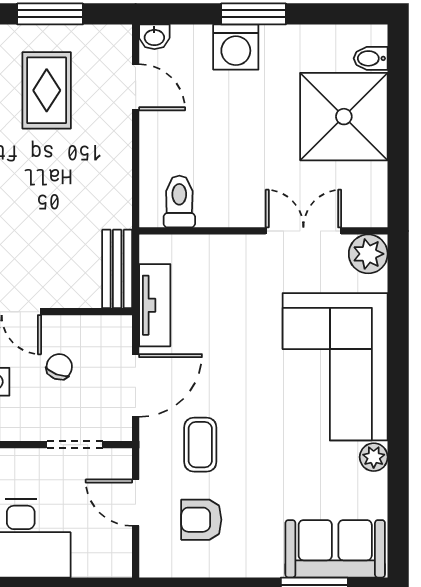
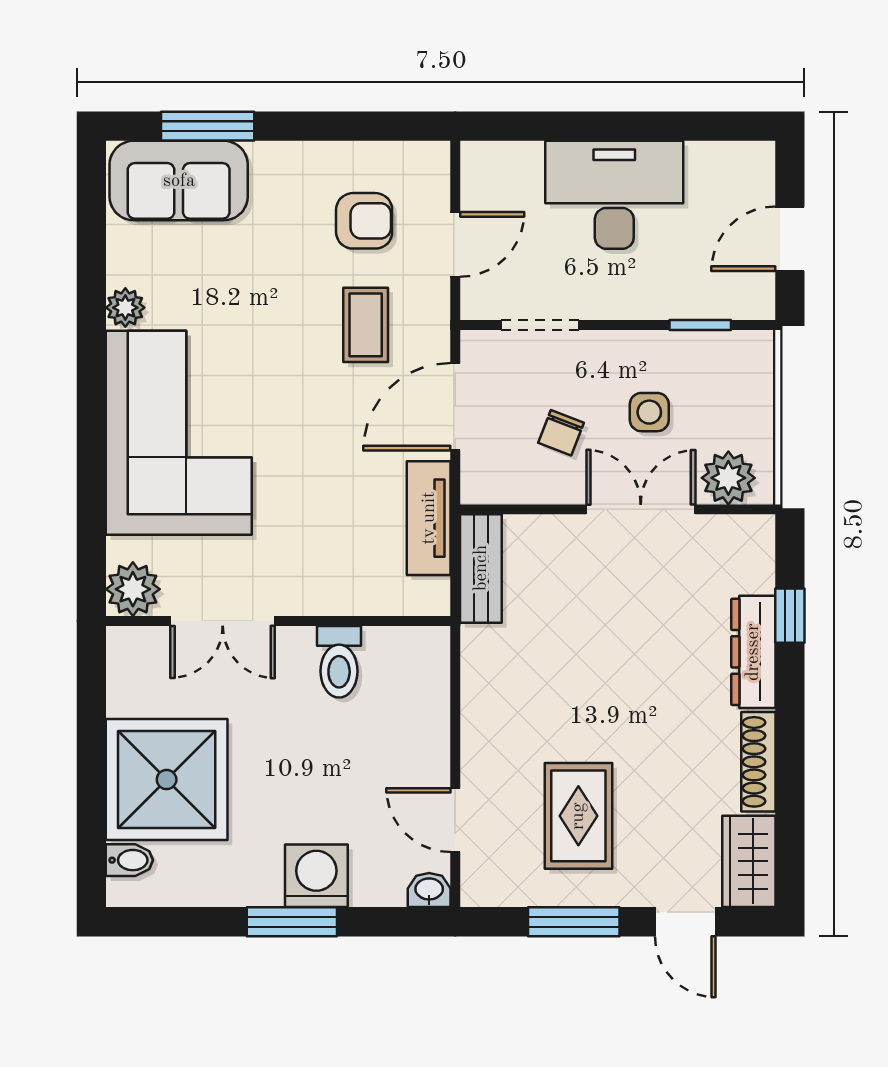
toilet: (179, 202) -> (339, 662), moved
door: (136, 503) -> (455, 244), hinge flipped

